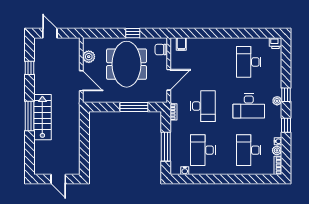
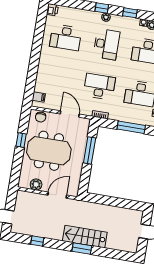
window: (29, 116) -> (82, 249), width x0.69

